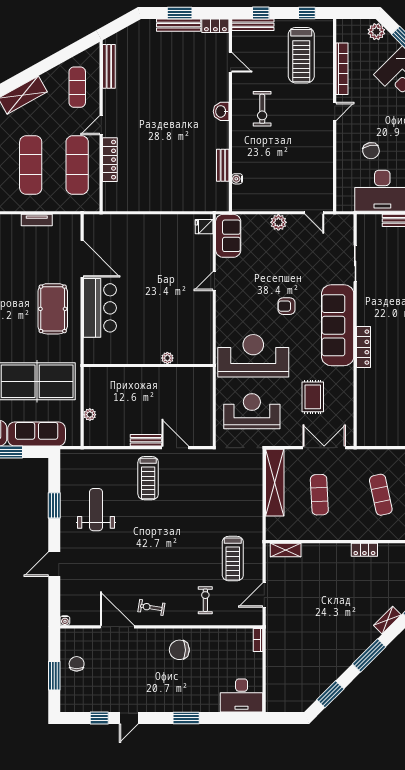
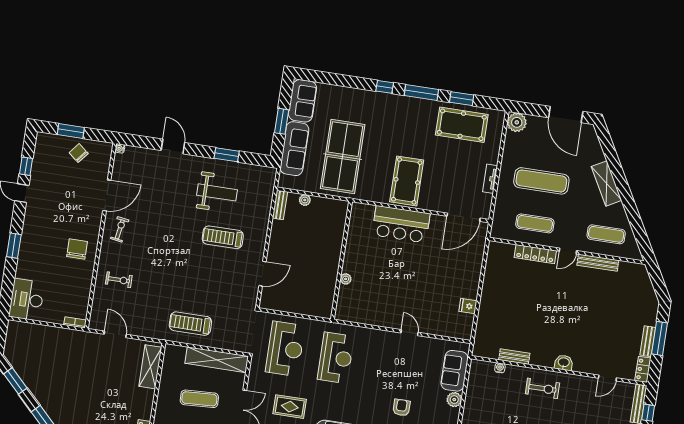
window: (180, 13) -> (660, 338), width x1.44
bench: (179, 25) -> (648, 341), width x0.73
bench: (109, 66) -> (598, 263), moved
exercise bike: (262, 109) -> (542, 388), moved, turned 180
door: (101, 125) -> (568, 251), swing flipped
exercise mat: (77, 165) -> (535, 223), width x0.73, depth x0.69
fridge: (204, 227) -> (468, 306), moved, turned -90
sofa: (228, 236) -> (455, 371), moved, turned 90
door: (82, 259) -> (463, 217), moved
armchair: (286, 306) -> (401, 408), moved
pool table: (53, 309) -> (407, 181), turned 90
reception desk: (253, 356) -> (336, 358), width x0.74, depth x0.77
bench: (146, 440) -> (280, 205), moved
treadmill: (148, 478) -> (223, 237), moved
shelving: (286, 550) -> (150, 367), width x1.50, depth x1.33
treadmill: (233, 559) -> (190, 324), moved
chair: (77, 664) -> (79, 153), turned -141

